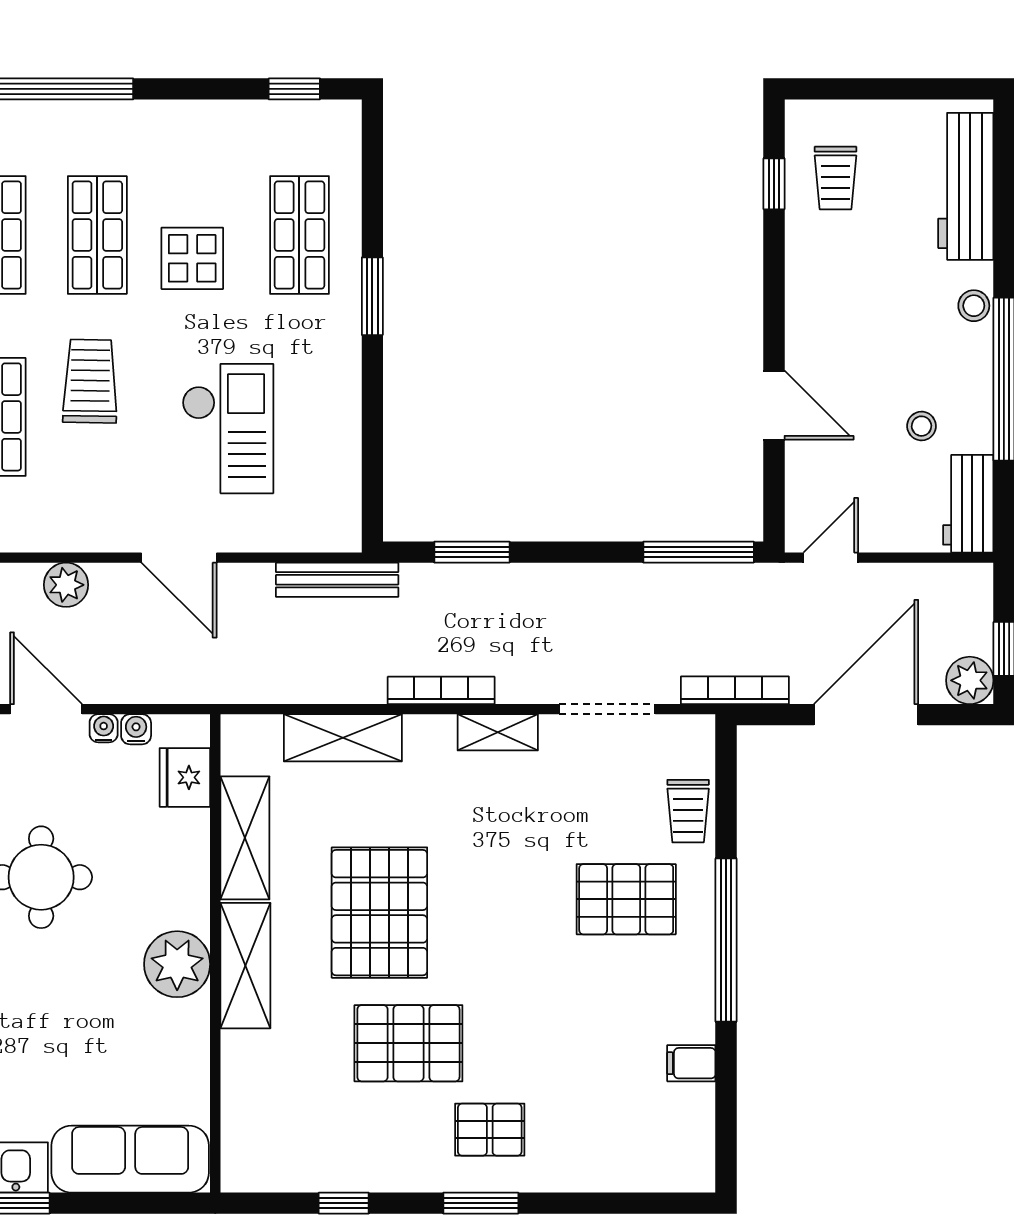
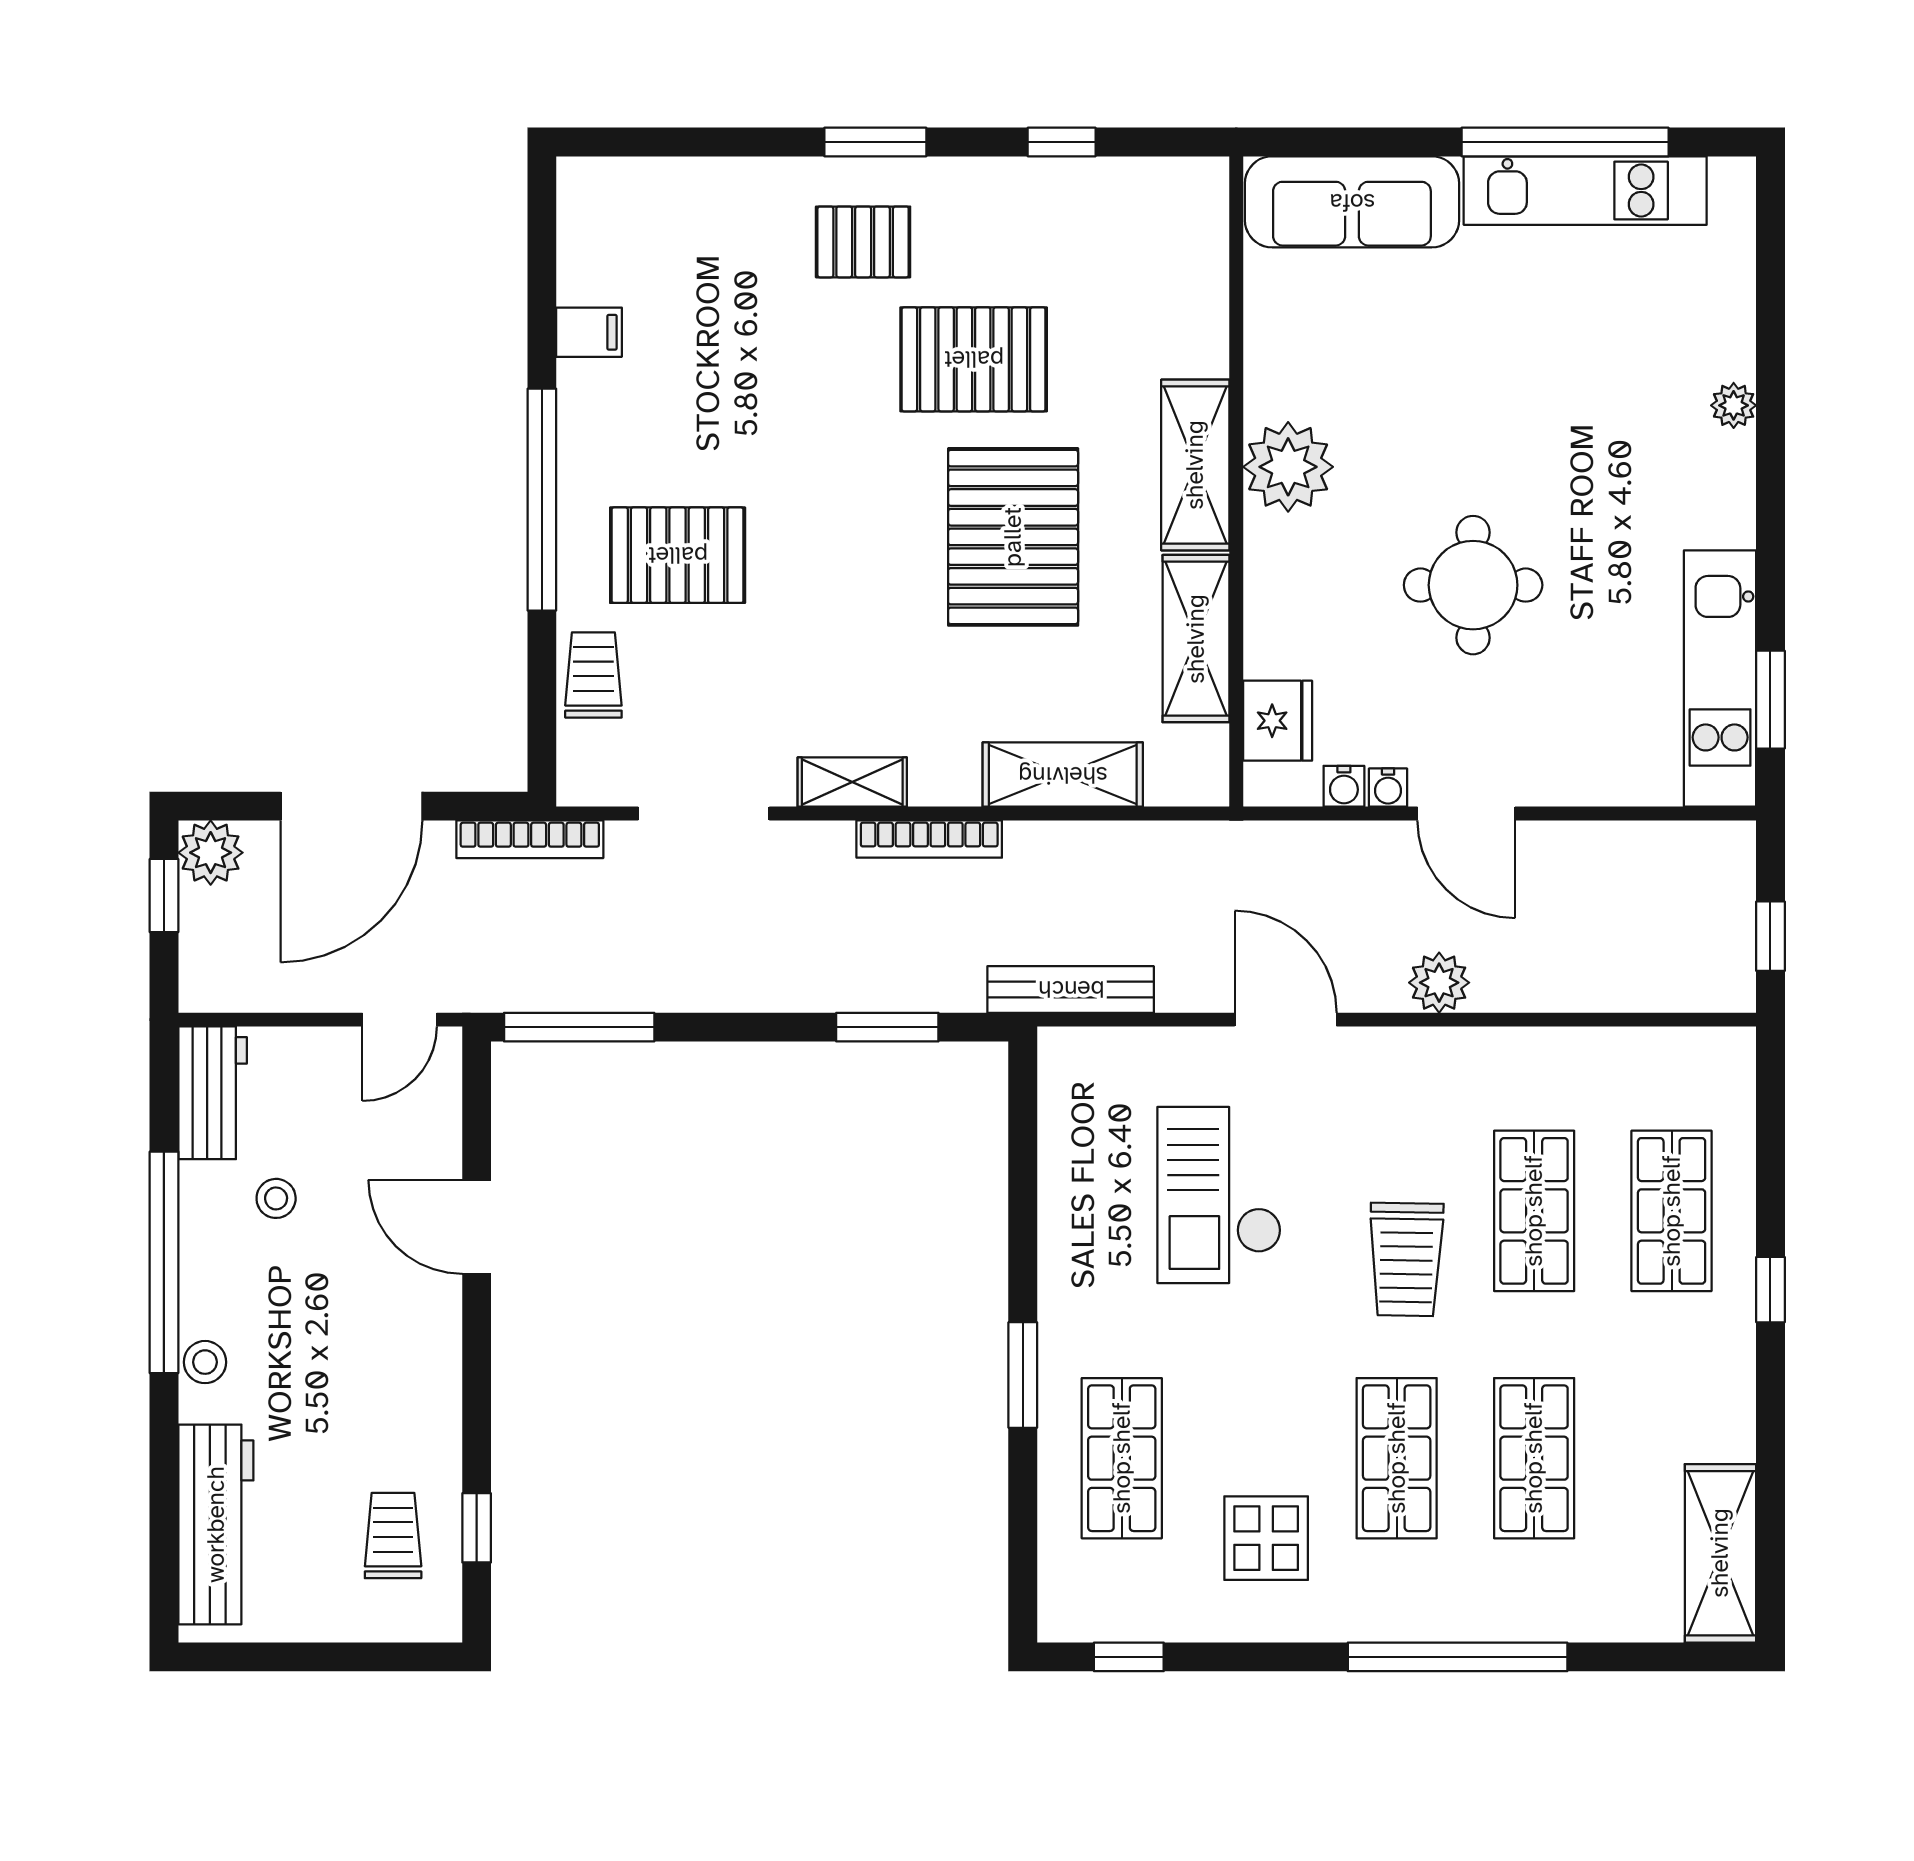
display table: (192, 258) -> (1266, 1538), moved

